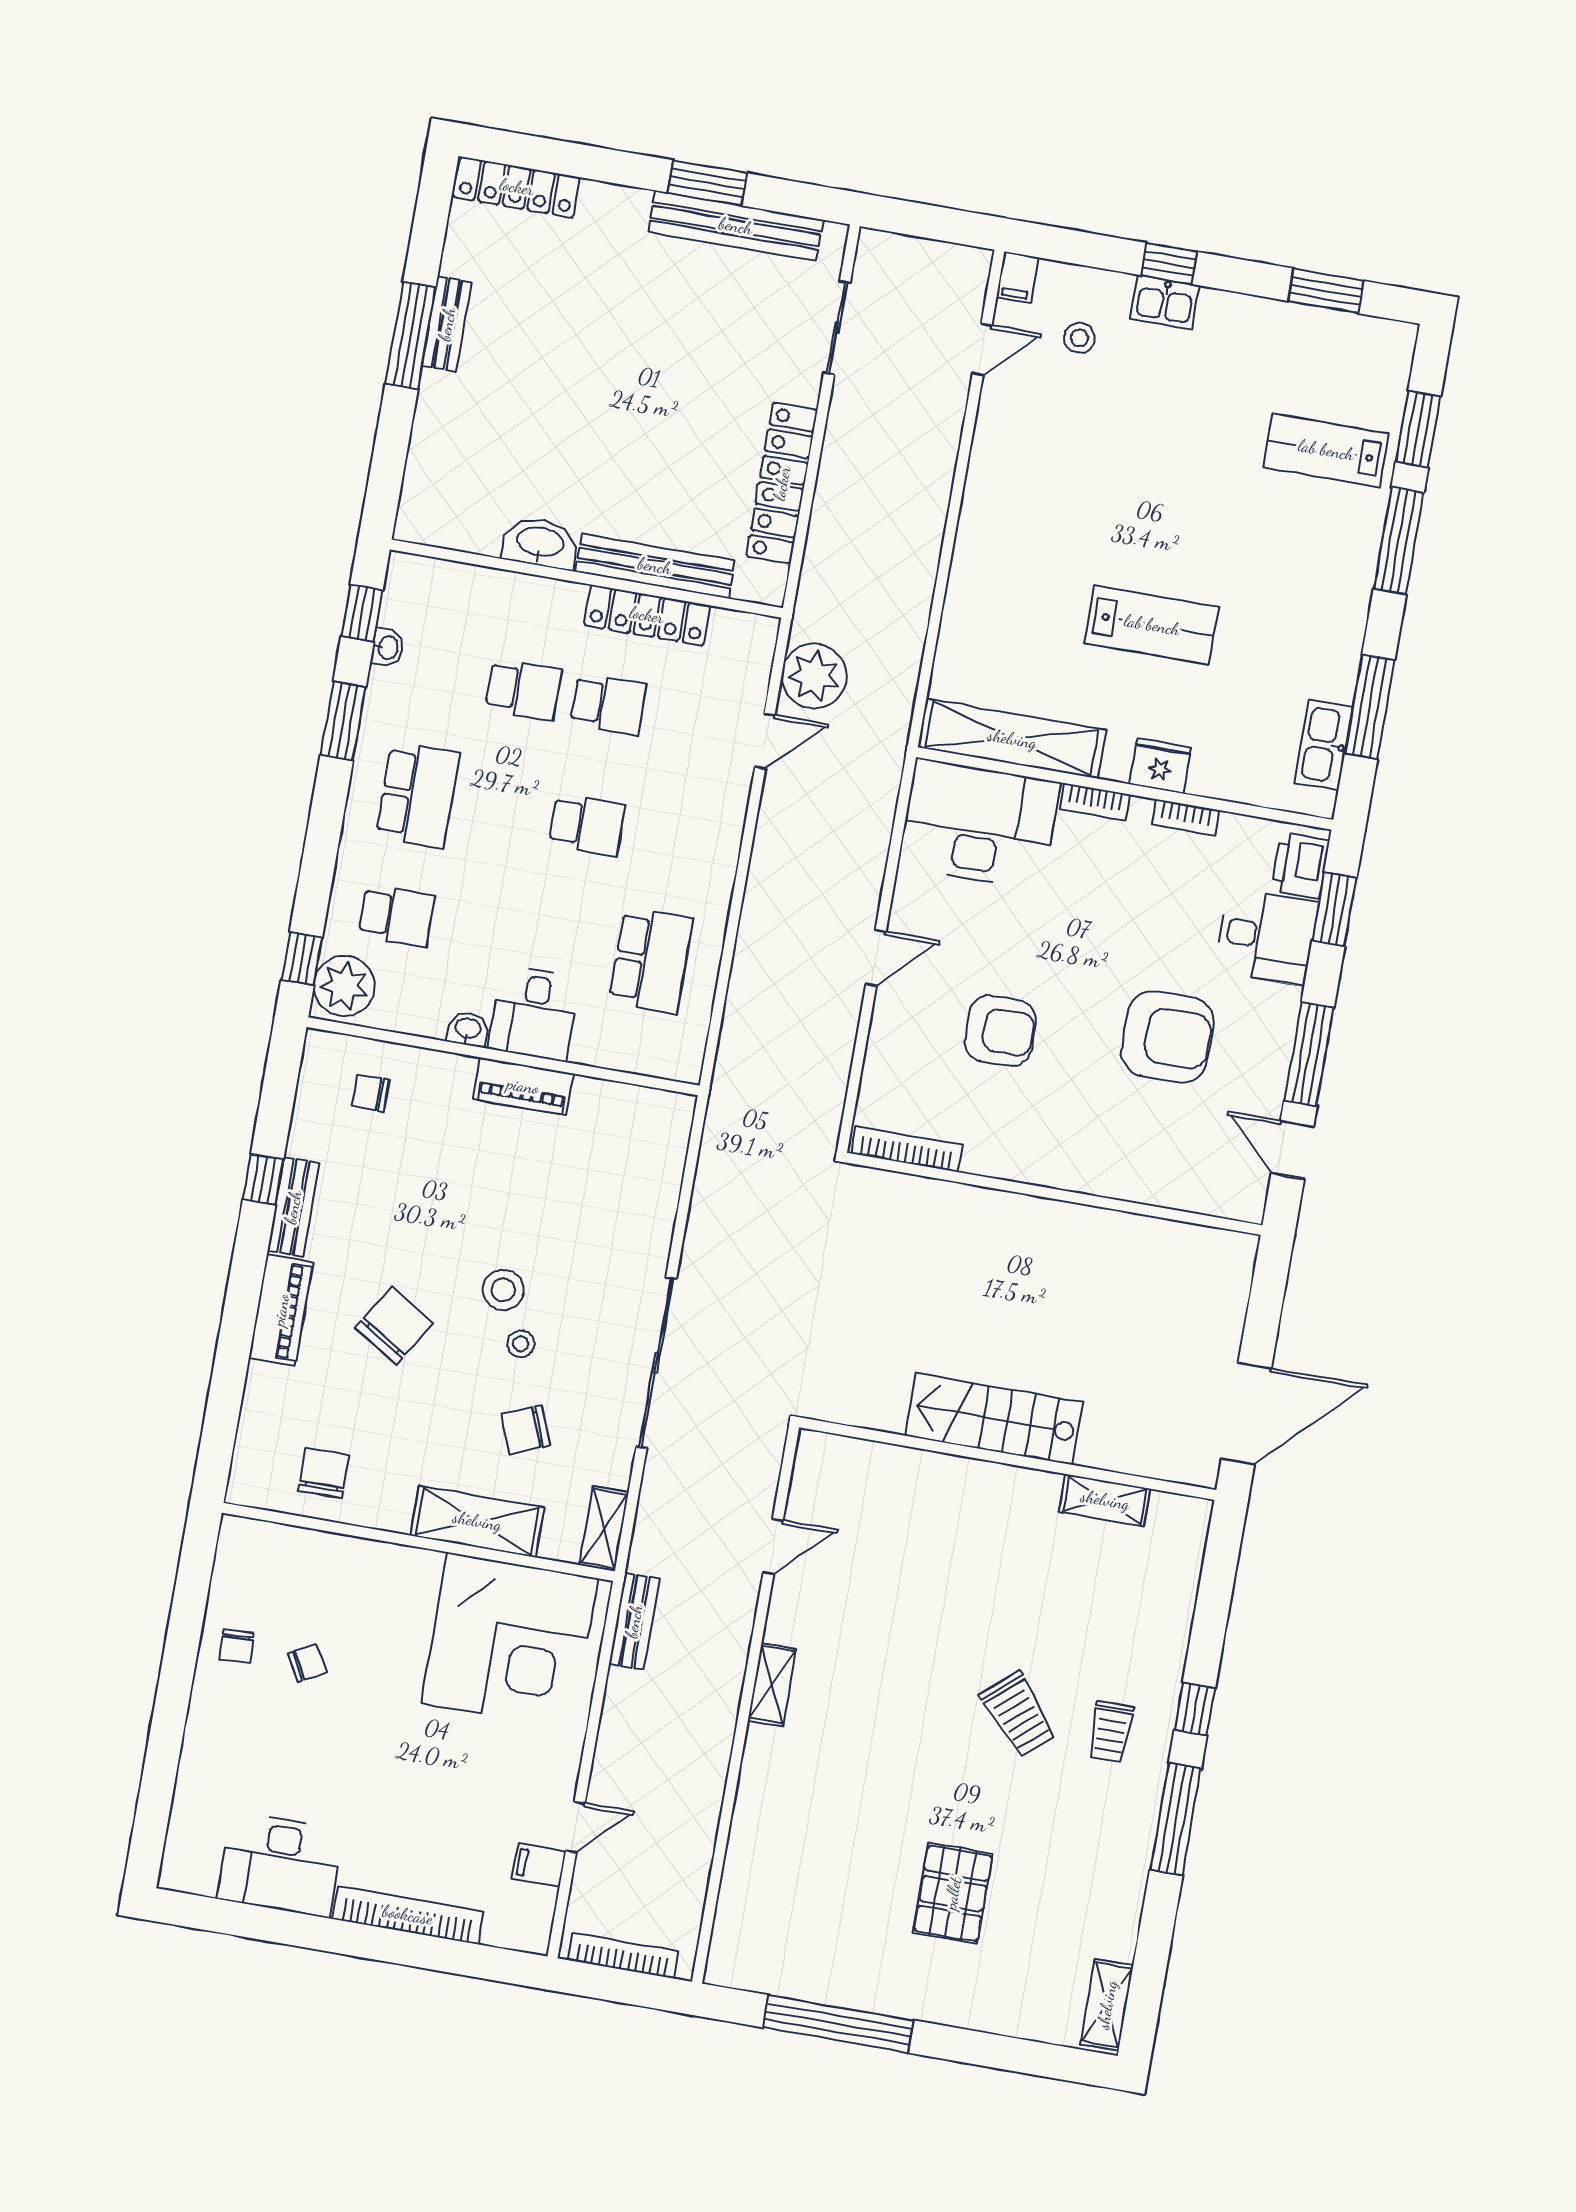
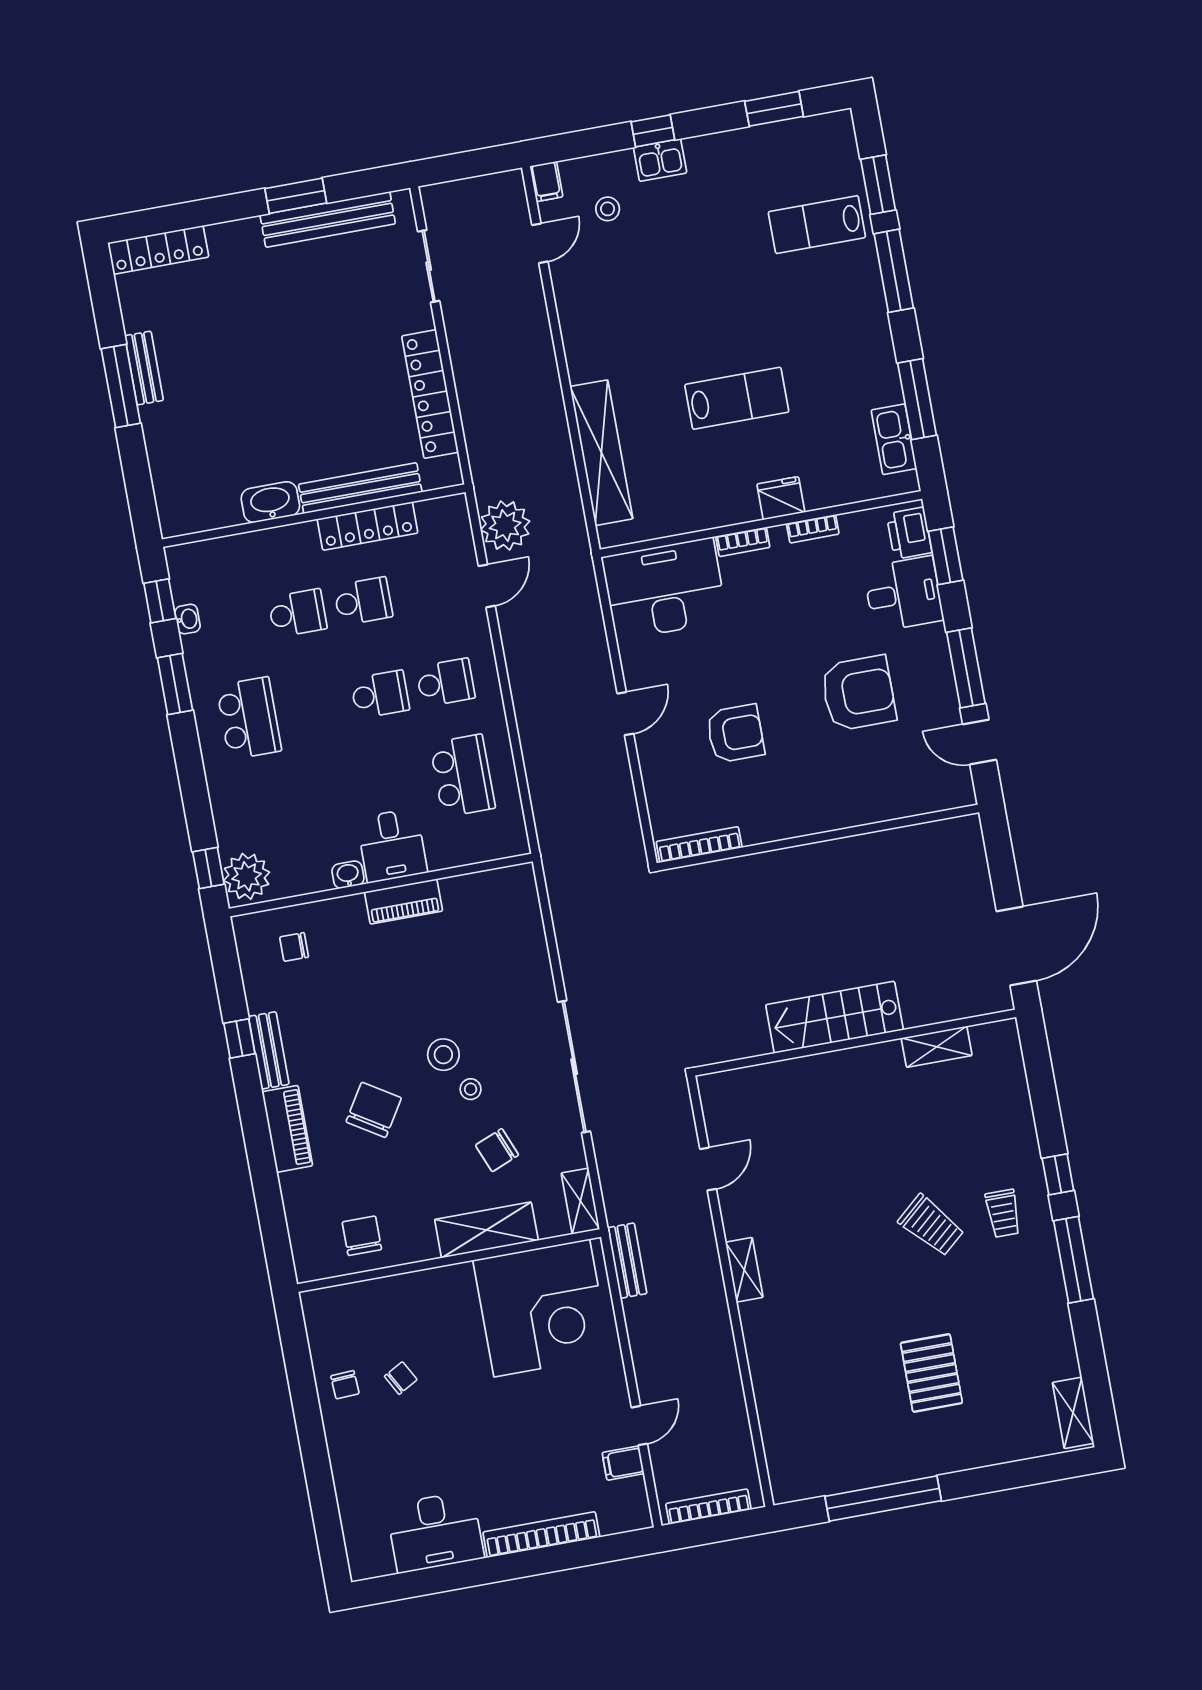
shelving: (1012, 739) -> (601, 453), moved, turned 90
school desk: (397, 916) -> (446, 682), moved

